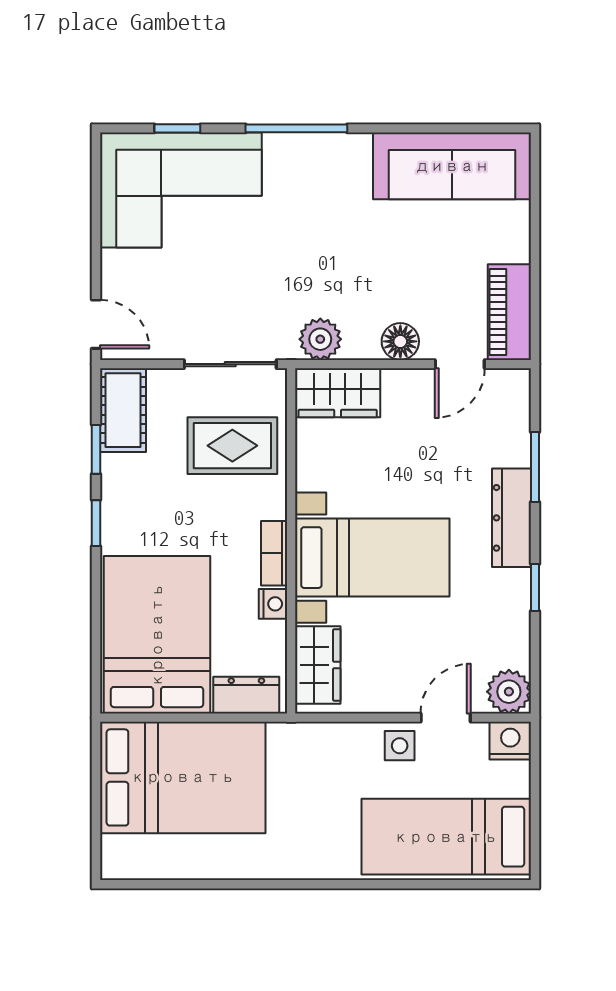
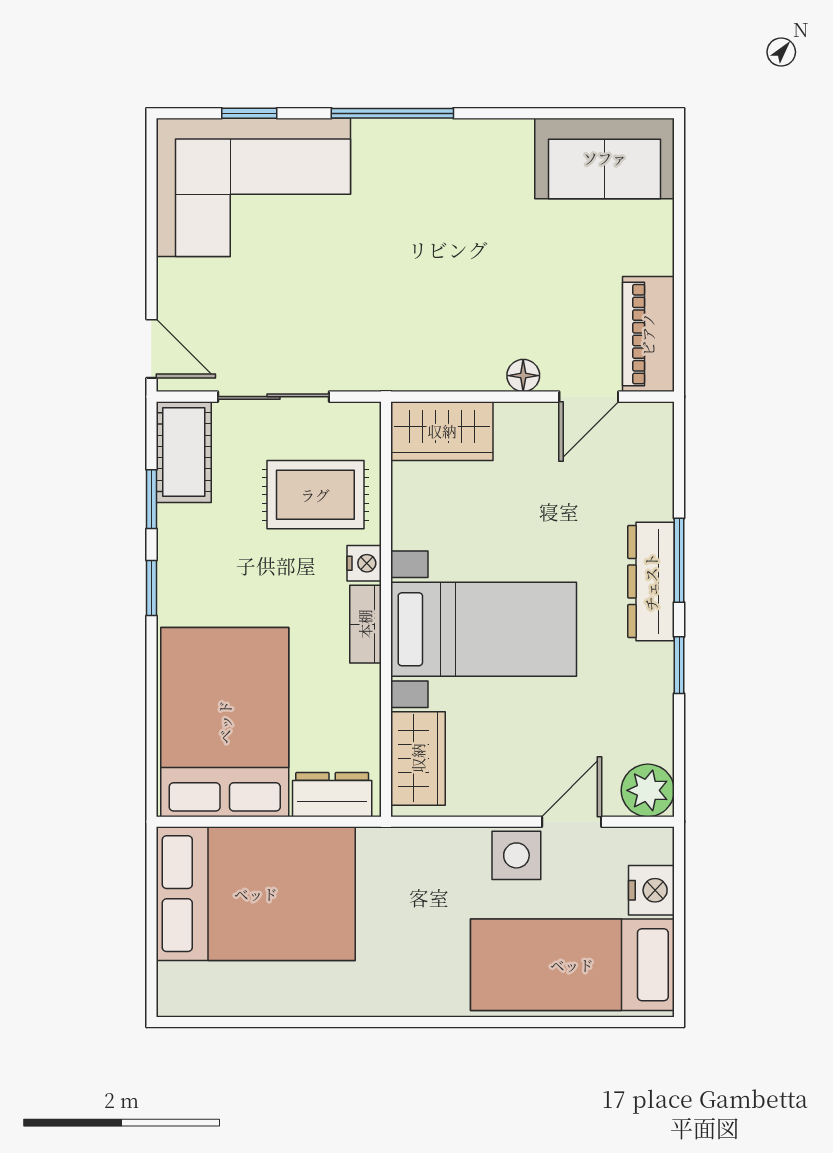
sofa: (452, 166) -> (605, 158), width x0.73
plant: (320, 339) -> (421, 367), removed
floor lamp: (400, 341) -> (523, 376), width x0.73, depth x0.73
sliding door: (230, 364) -> (273, 397), moved
window: (535, 467) -> (679, 560), moved
nightstand: (273, 604) -> (364, 563), moved
nightstand: (510, 741) -> (651, 890), moved, turned 90
side table: (400, 746) -> (516, 855), width x1.37, depth x1.37

